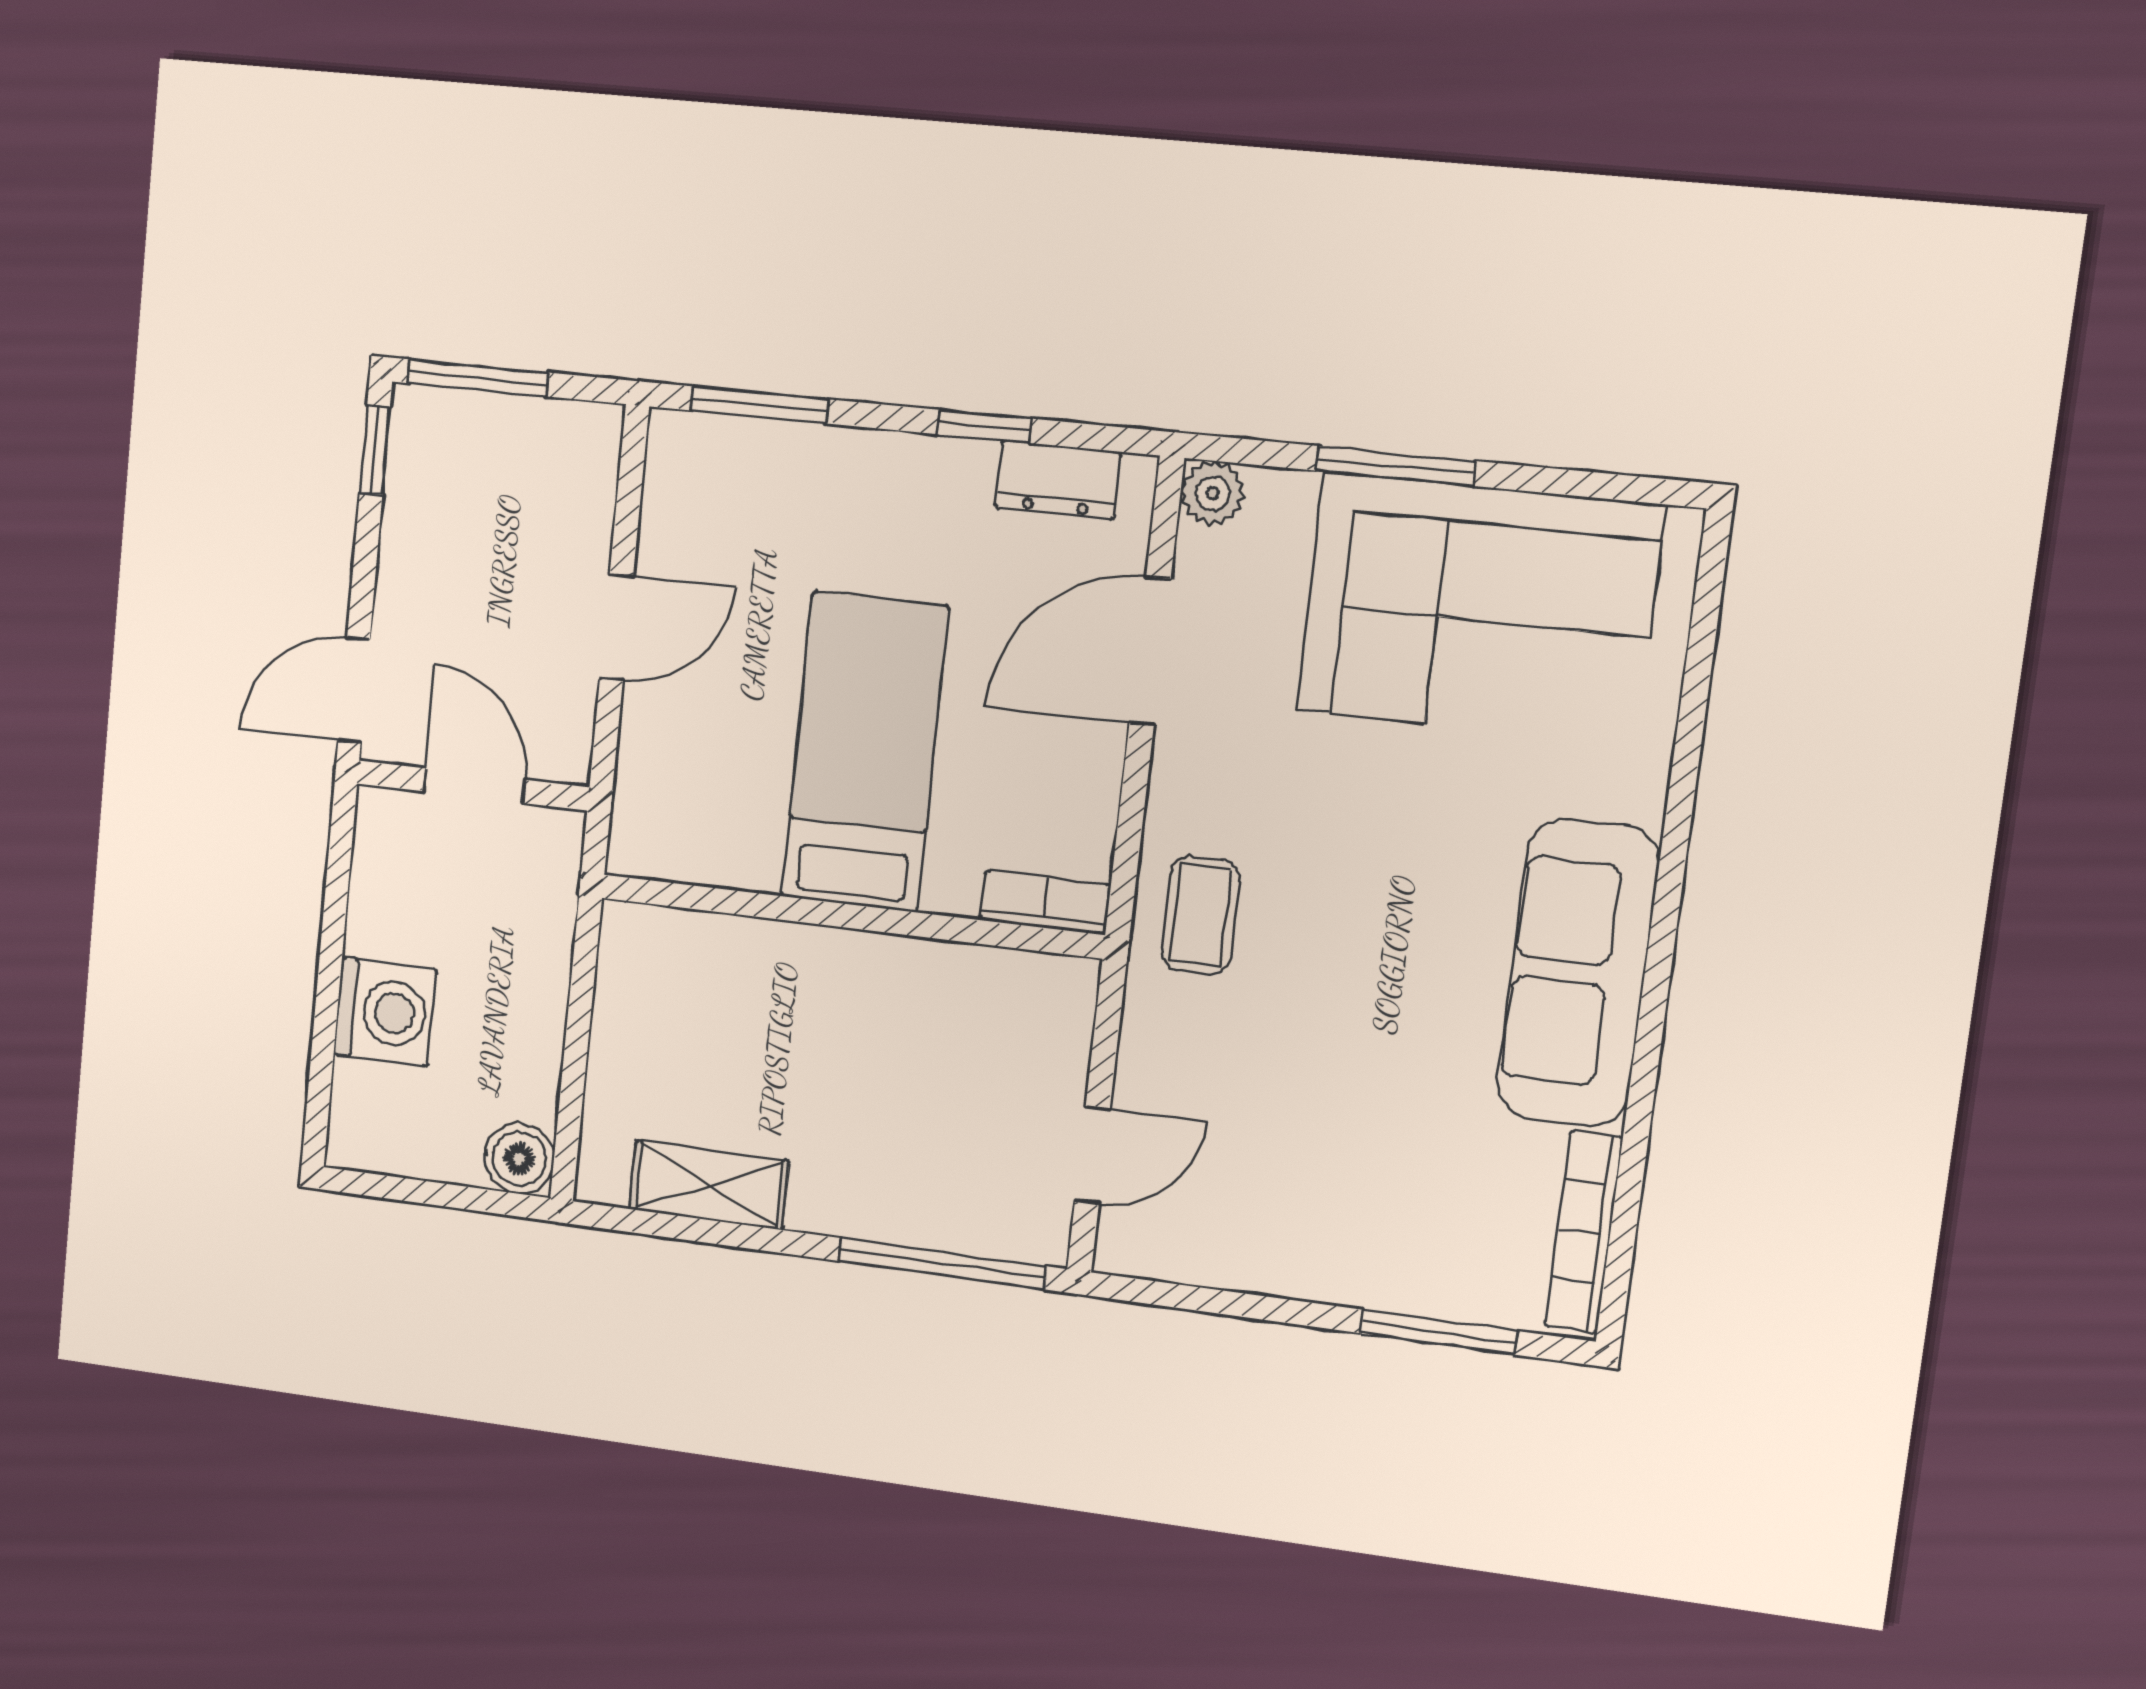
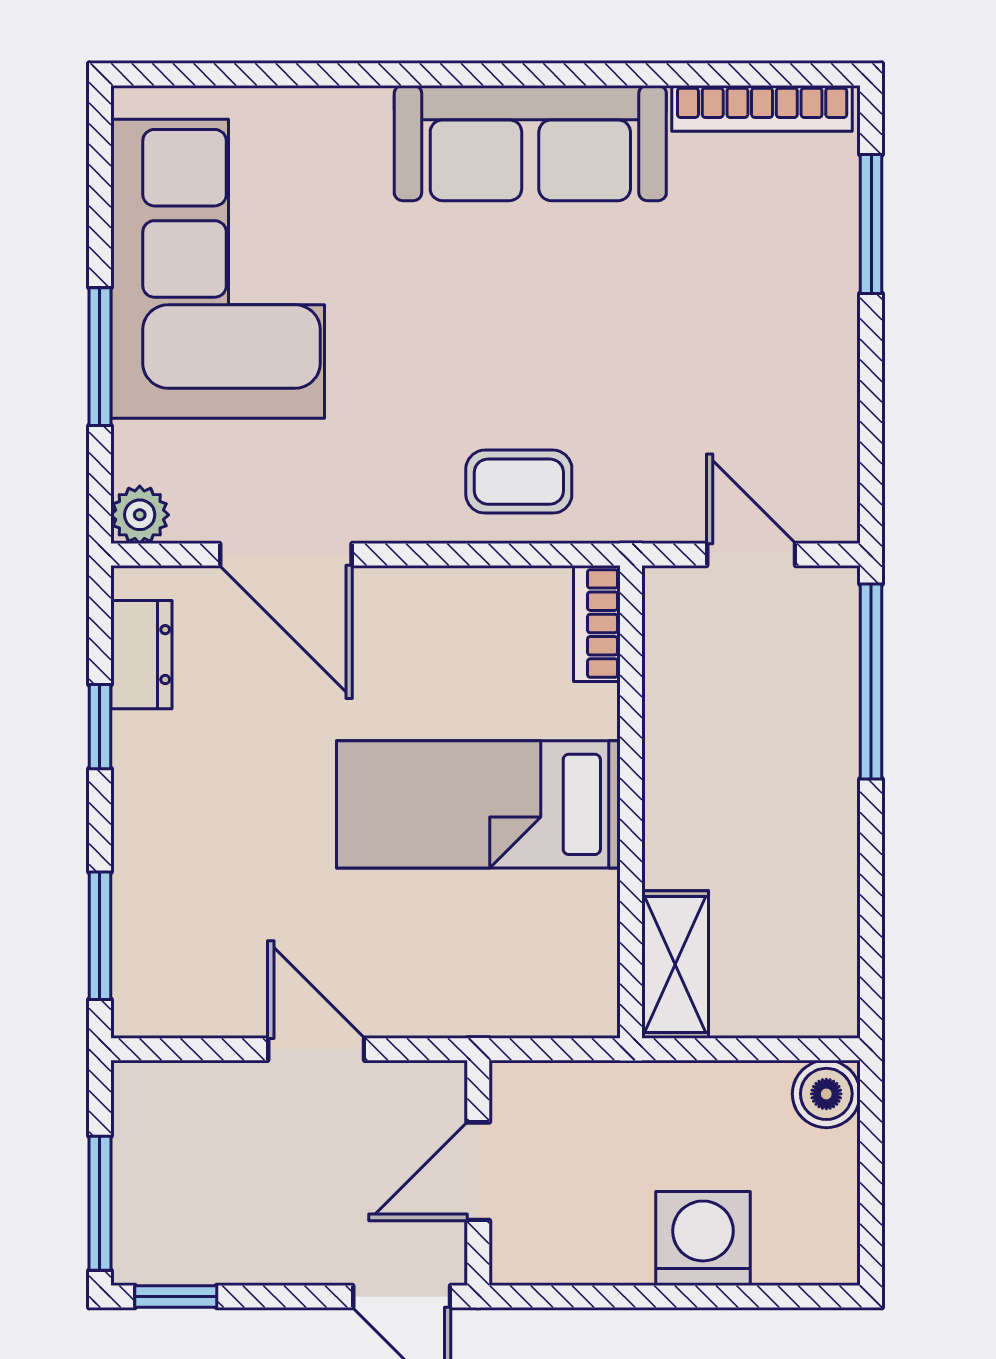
bed: (865, 752) -> (478, 804), moved
bookcase: (1045, 903) -> (597, 623), moved
wall: (850, 916) -> (631, 802), moved
shelving: (709, 1185) -> (675, 964), moved

